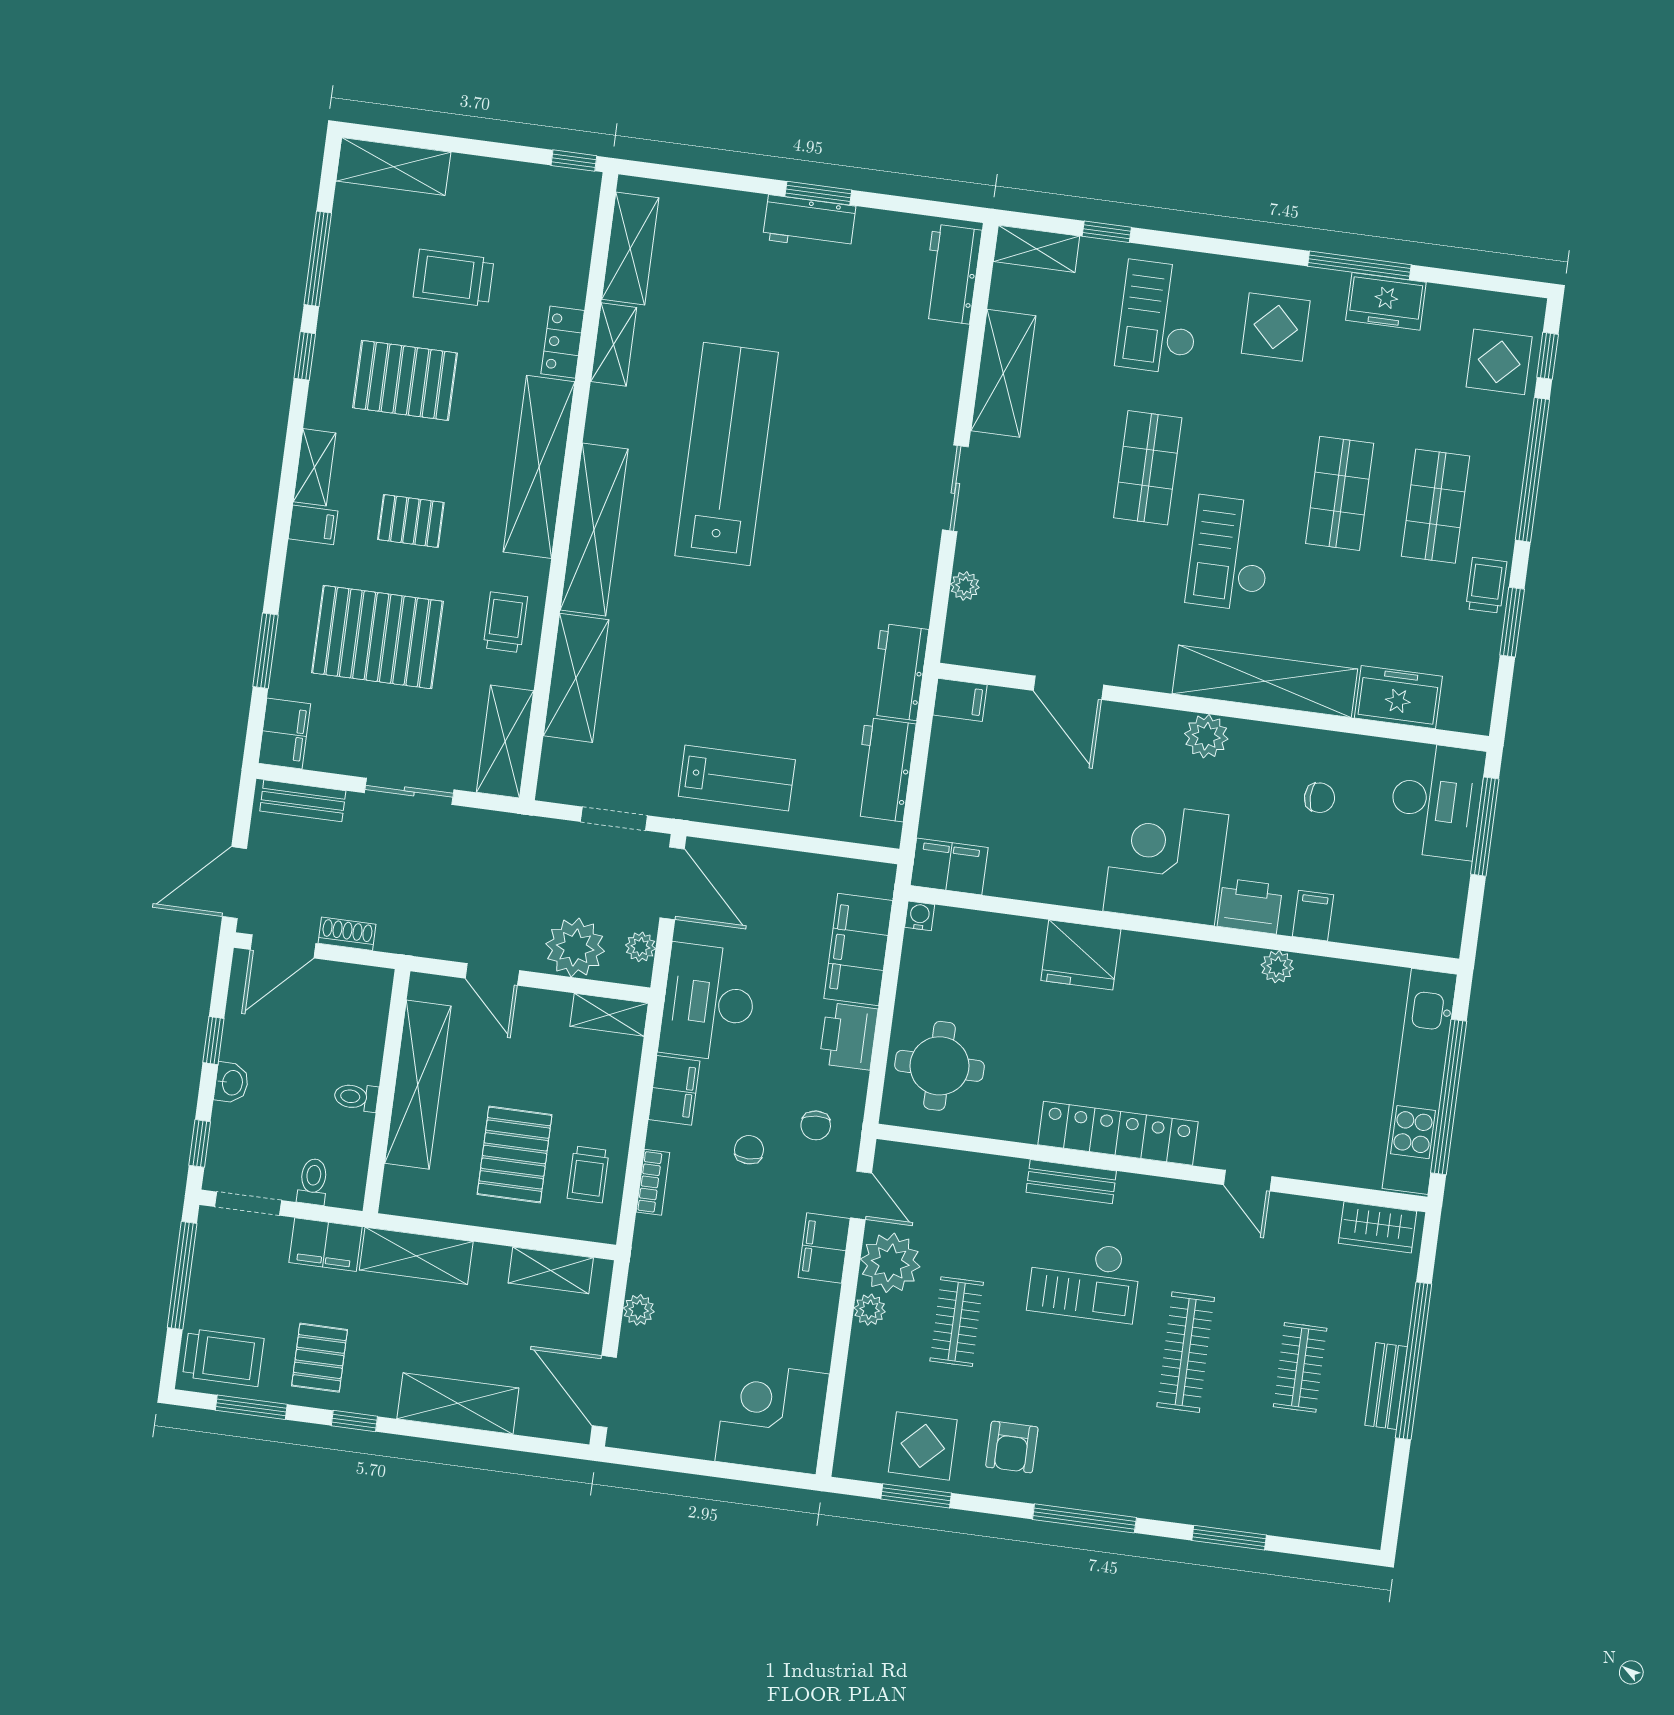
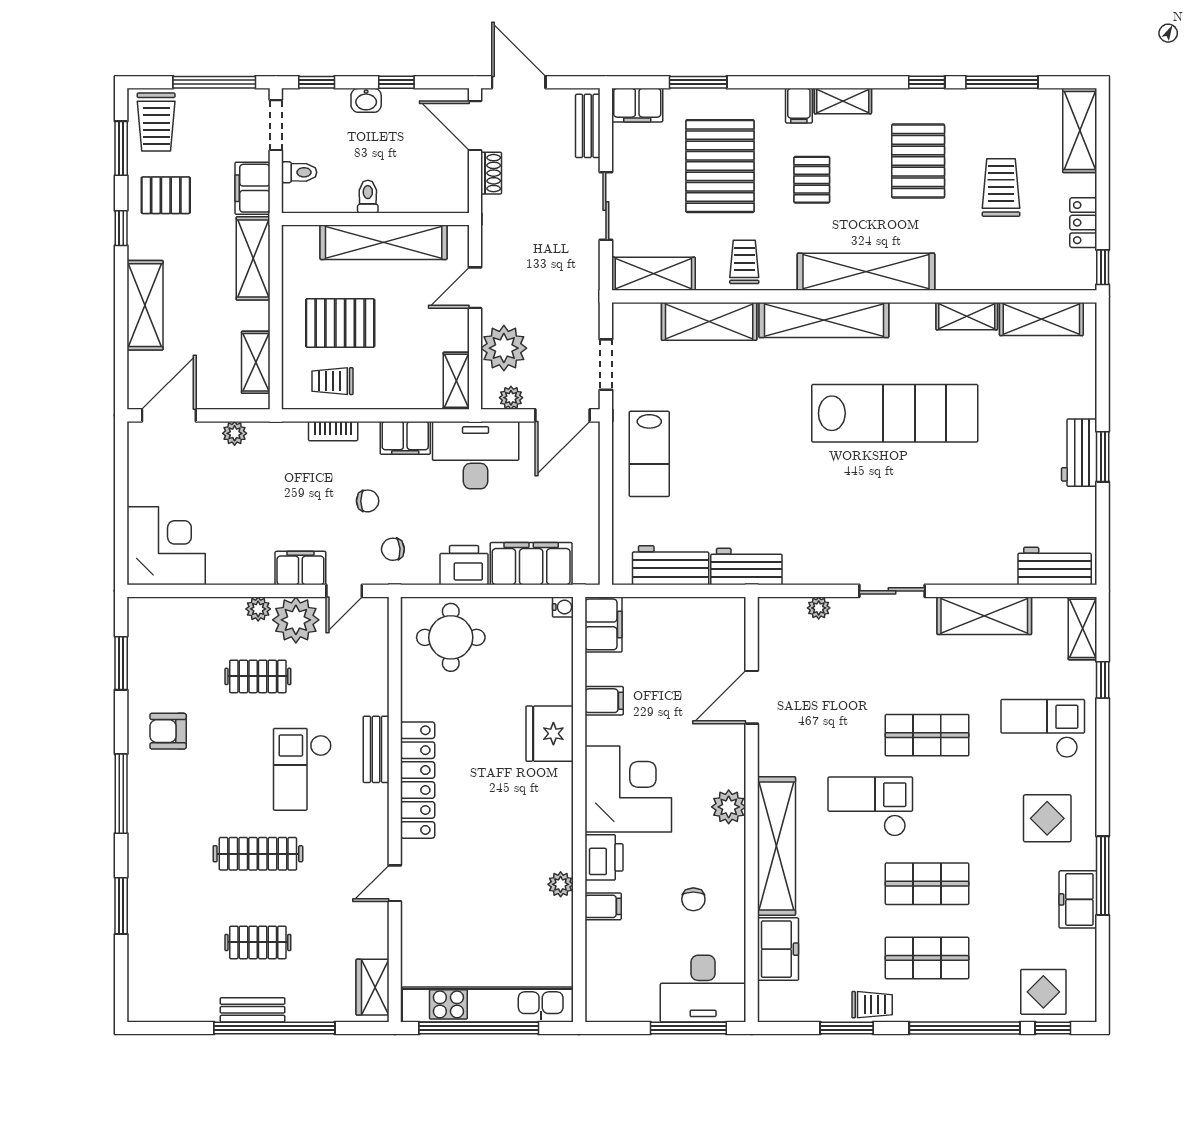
locker: (563, 342) -> (1083, 223), moved, turned -90
trolley: (505, 622) -> (744, 262), turned -90
filing cabinet: (960, 700) -> (604, 701), moved, turned -90
display table: (923, 1446) -> (160, 663), removed

